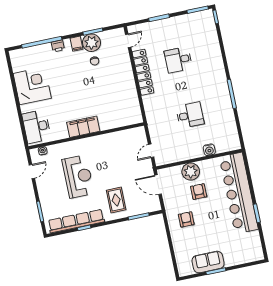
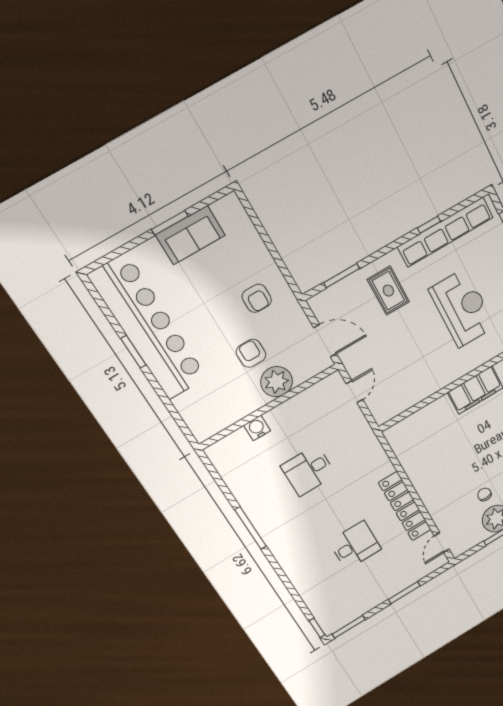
reception desk: (78, 177) -> (462, 308), turned 180
armchair: (199, 192) -> (251, 353), turned 180
bar counter: (239, 193) -> (148, 327), moved

